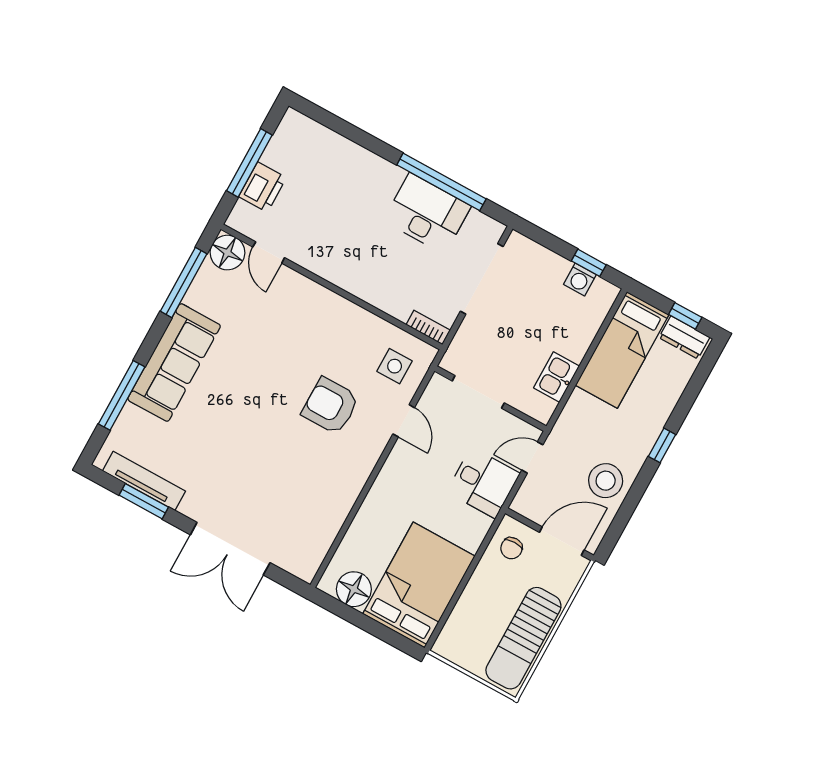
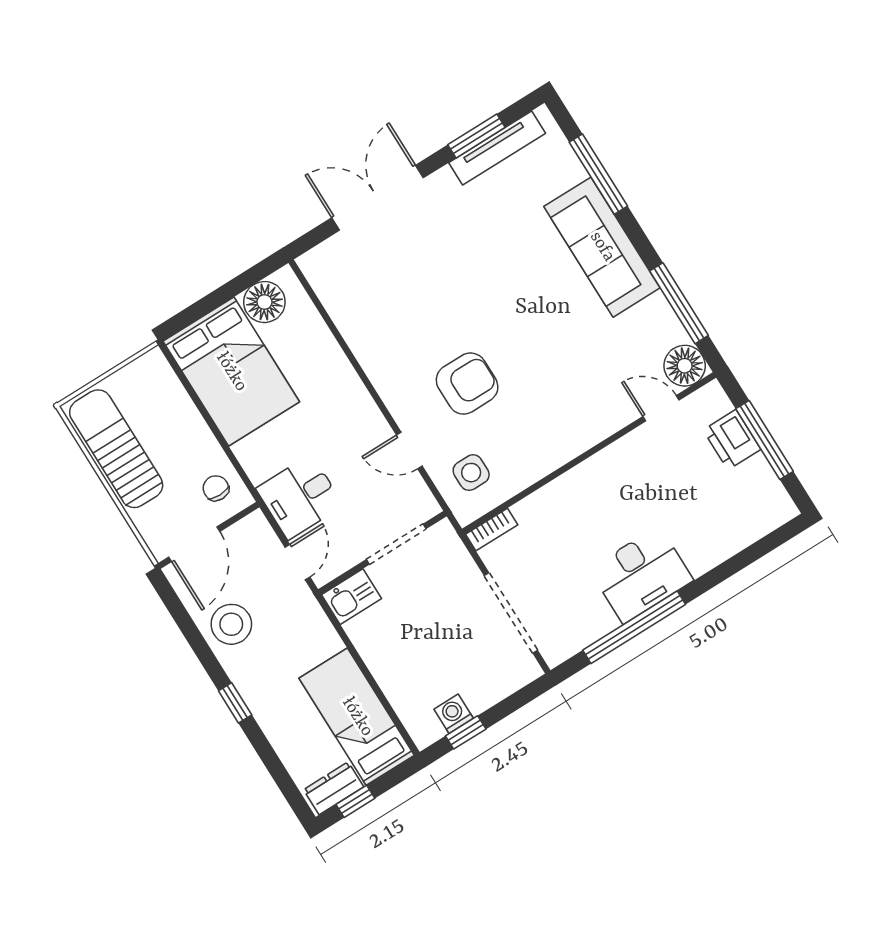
desk: (427, 213) -> (641, 575), moved
kitchen sink: (556, 377) -> (351, 597), moved, turned 90

